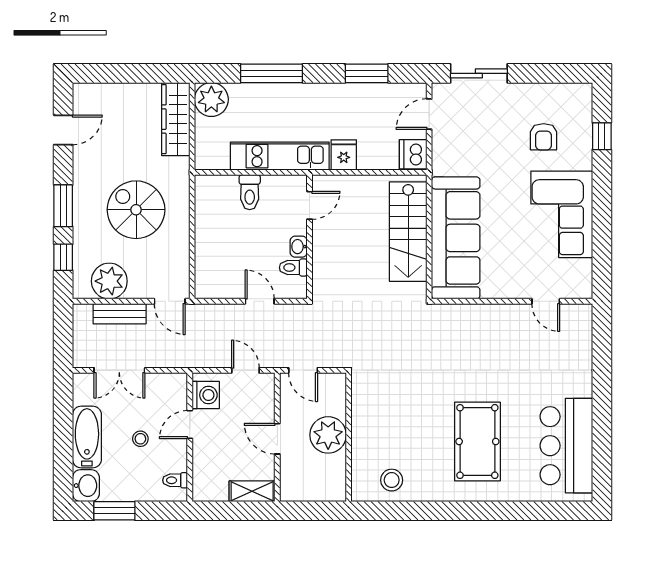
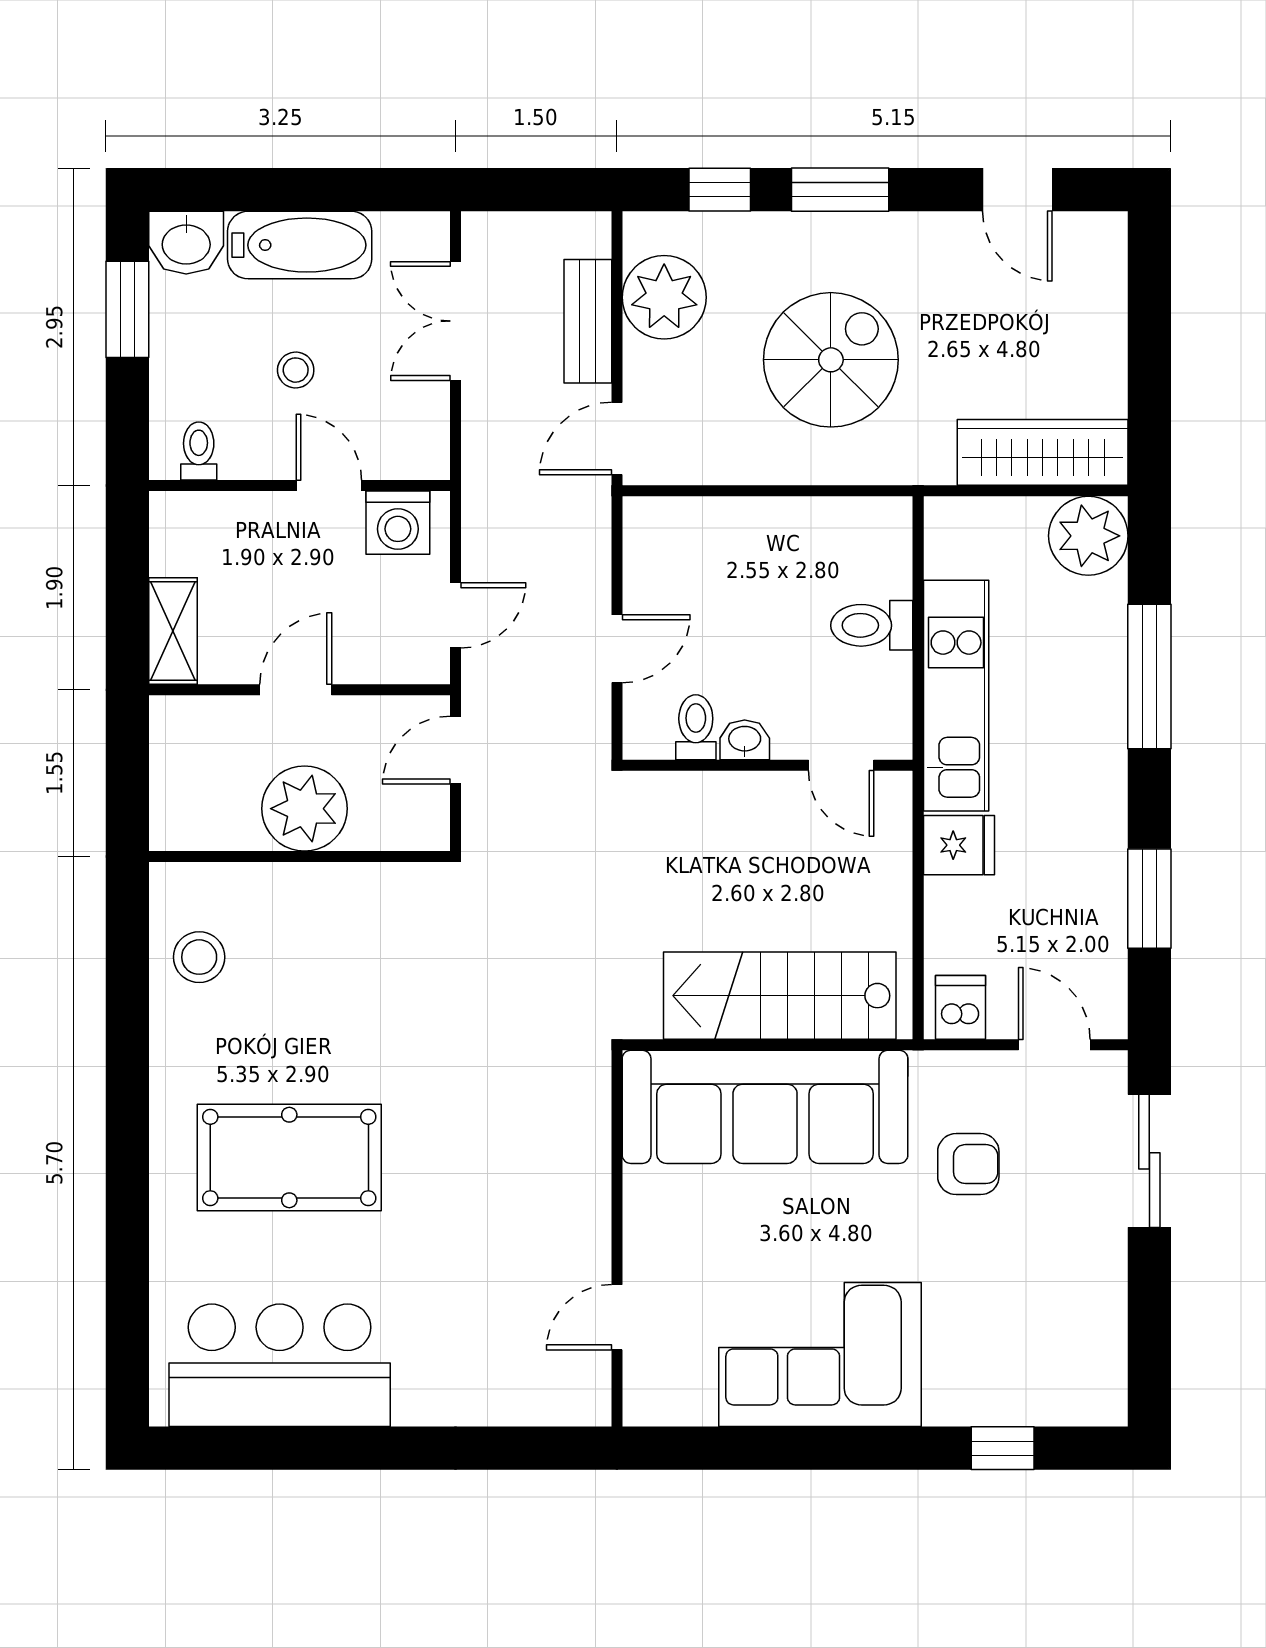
armchair: (544, 137) -> (968, 1164), moved, turned 180
dishwasher: (413, 154) -> (961, 1007), width x0.73

